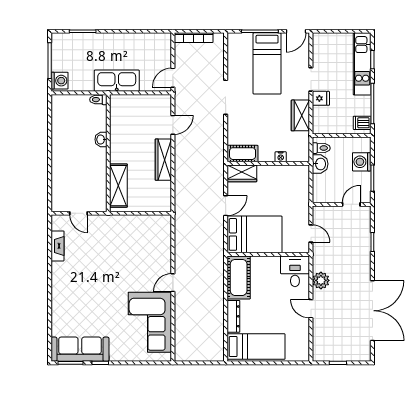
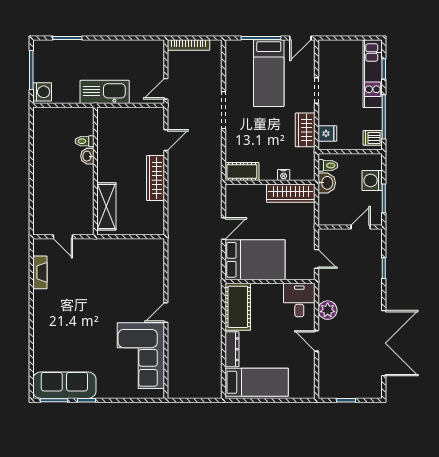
fridge: (321, 98) -> (327, 133), moved
toilet: (98, 100) -> (84, 141), moved
wardrobe: (242, 173) -> (291, 193), moved, width x1.50

